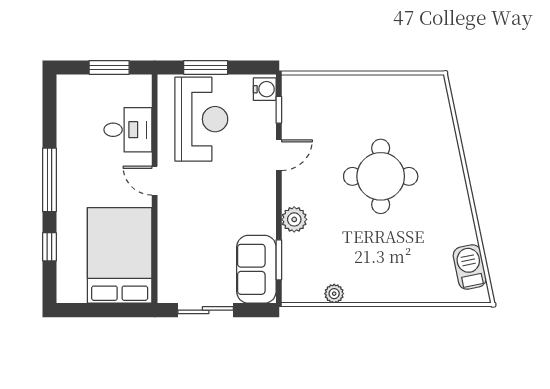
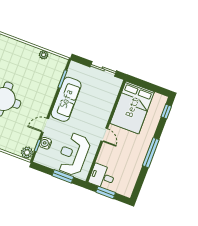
water cooler: (265, 89) -> (45, 143), moved
desk: (128, 130) -> (102, 176), moved
plant: (294, 219) -> (27, 152), moved
window: (49, 247) -> (166, 111), moved
sofa: (256, 269) -> (66, 99), moved, width x1.36

